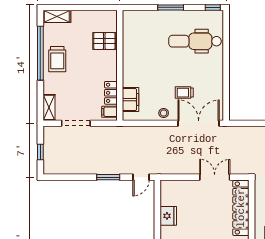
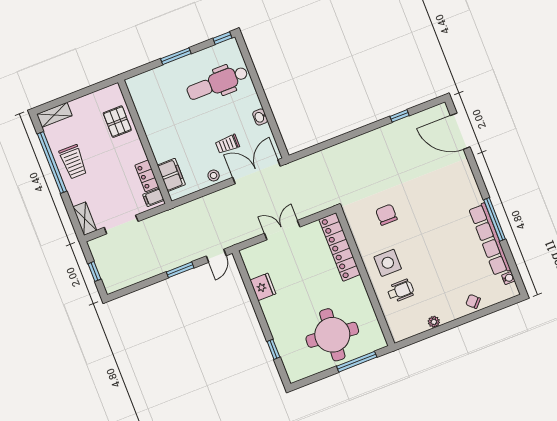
pallet: (104, 41) -> (117, 122), turned 90
washbasin: (218, 81) -> (260, 117), added
double door: (215, 177) -> (282, 230), moved

